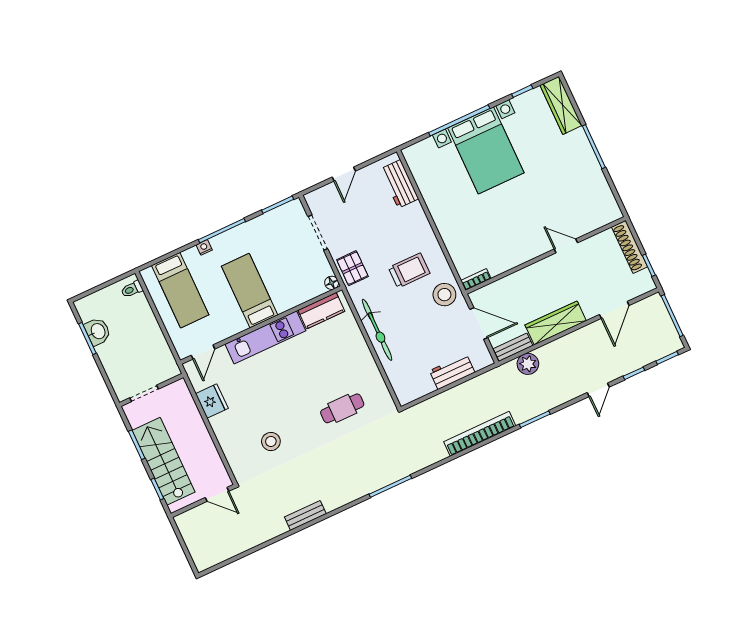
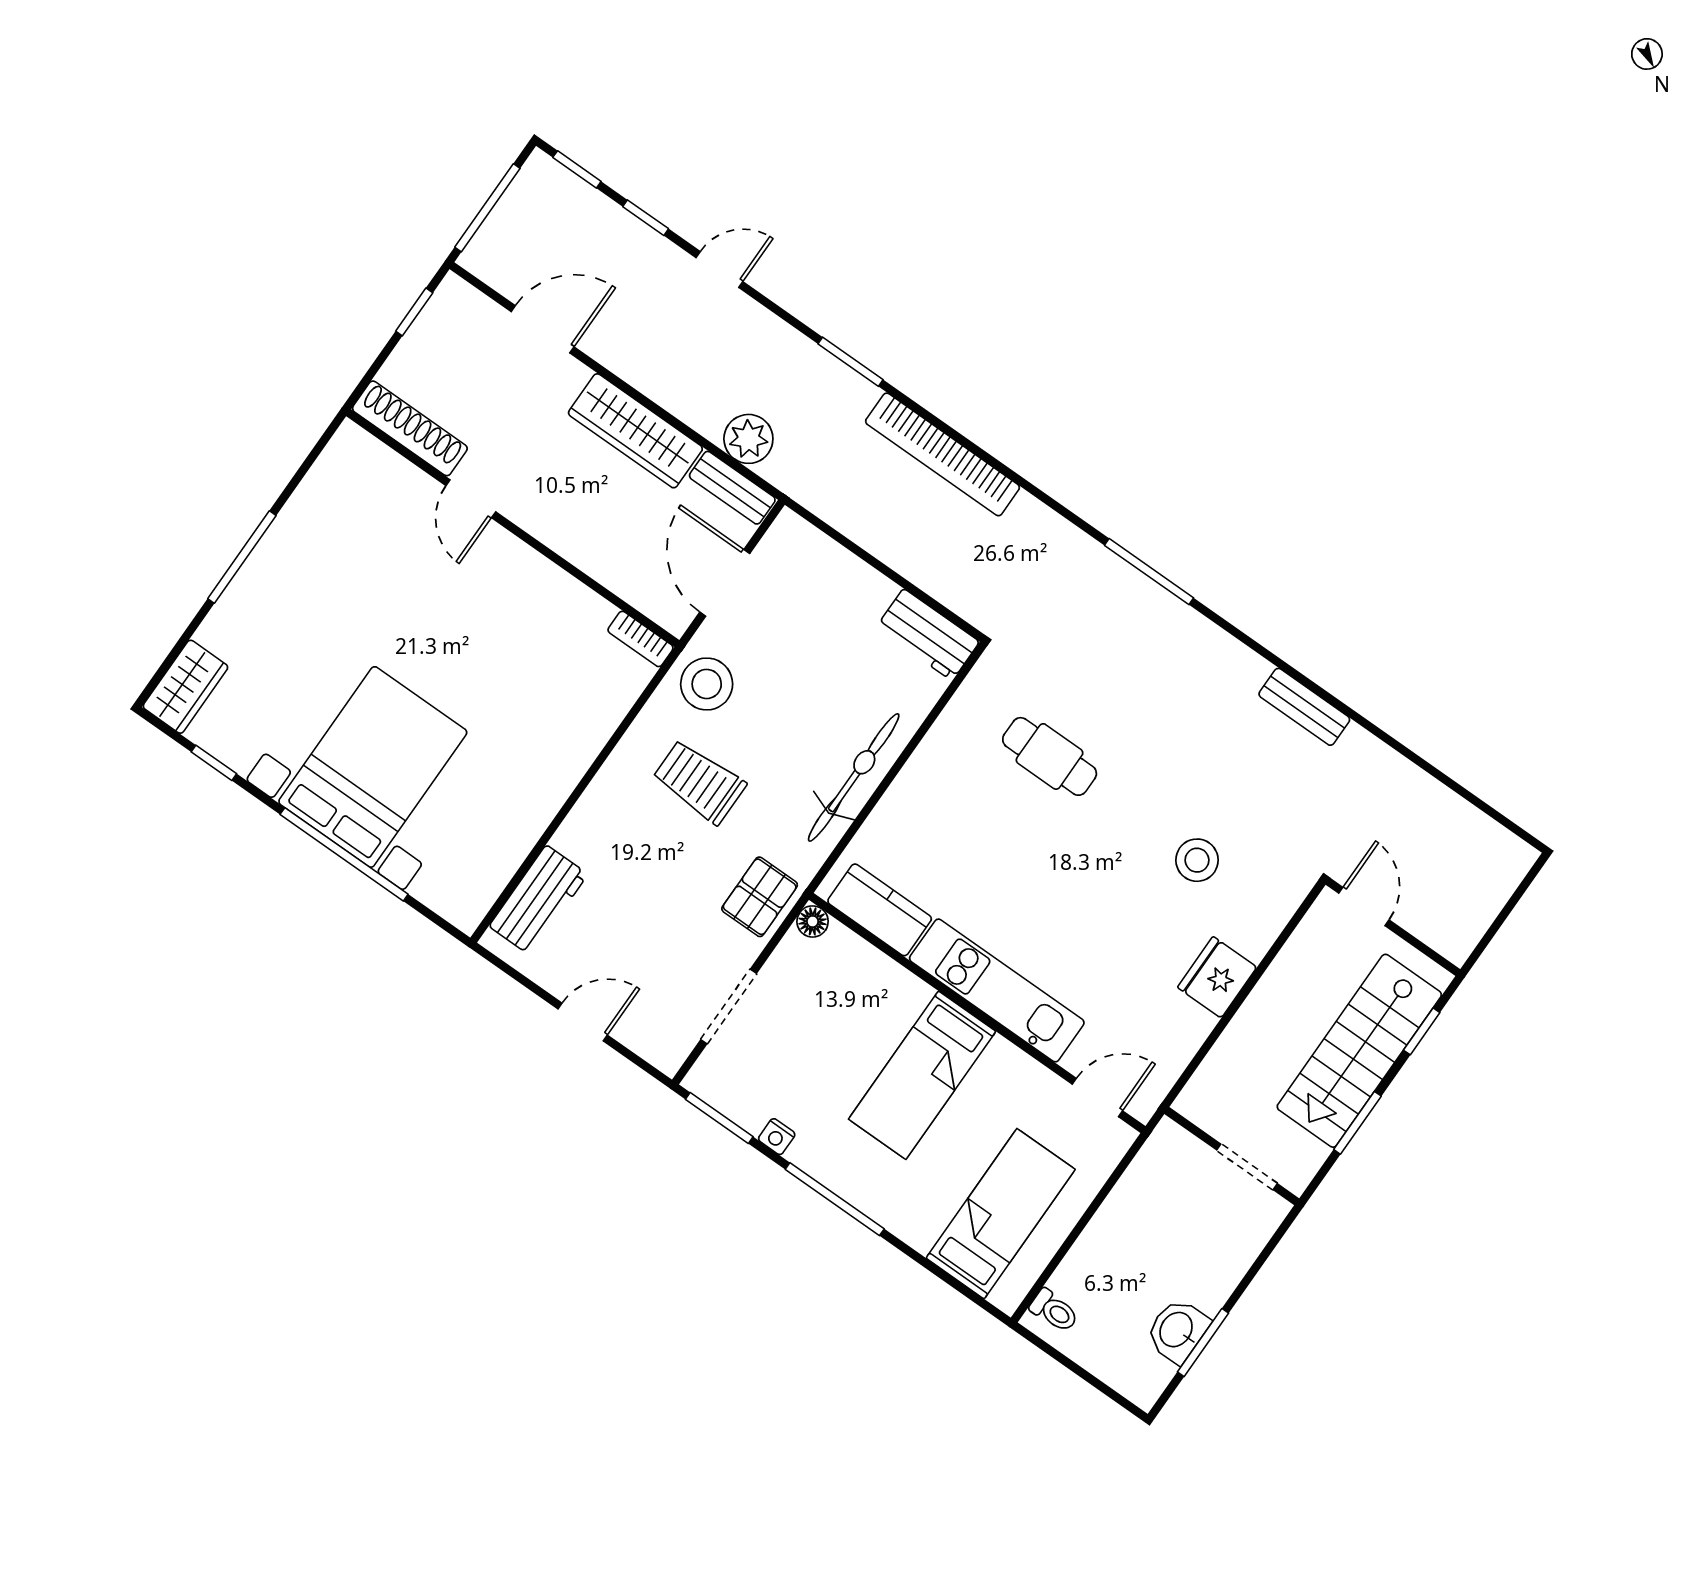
wardrobe: (561, 105) -> (185, 687), width x0.67
nightstand: (204, 247) -> (777, 1137), moved
shoe rack: (629, 247) -> (410, 428), moved, turned -90
workbench: (452, 372) -> (928, 635), moved
fridge: (212, 401) -> (1217, 977), moved

